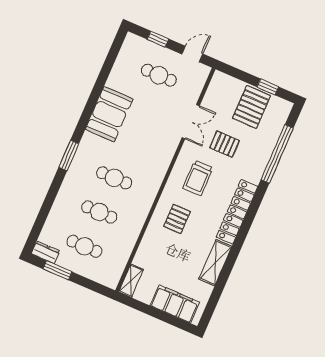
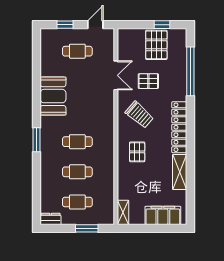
trolley: (198, 178) -> (139, 115), turned -49
window: (58, 270) -> (87, 228), moved

